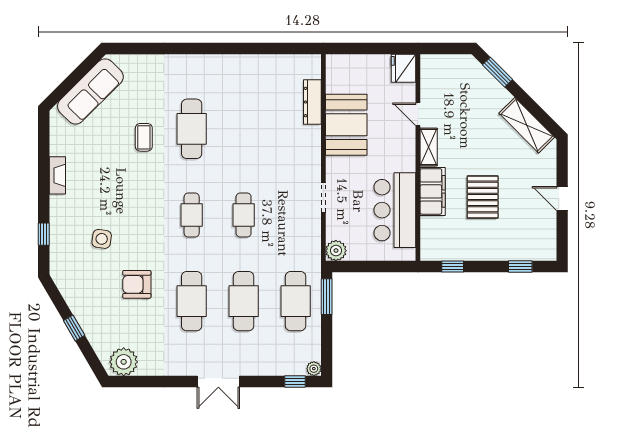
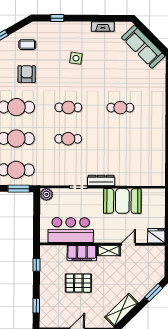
dresser: (312, 102) -> (101, 180), moved
cafe table: (192, 129) -> (120, 108), width x0.73, depth x0.74
coffee table: (144, 137) -> (27, 45), moved
fireplace: (57, 175) -> (103, 26), moved
side table: (102, 239) -> (76, 58), moved

